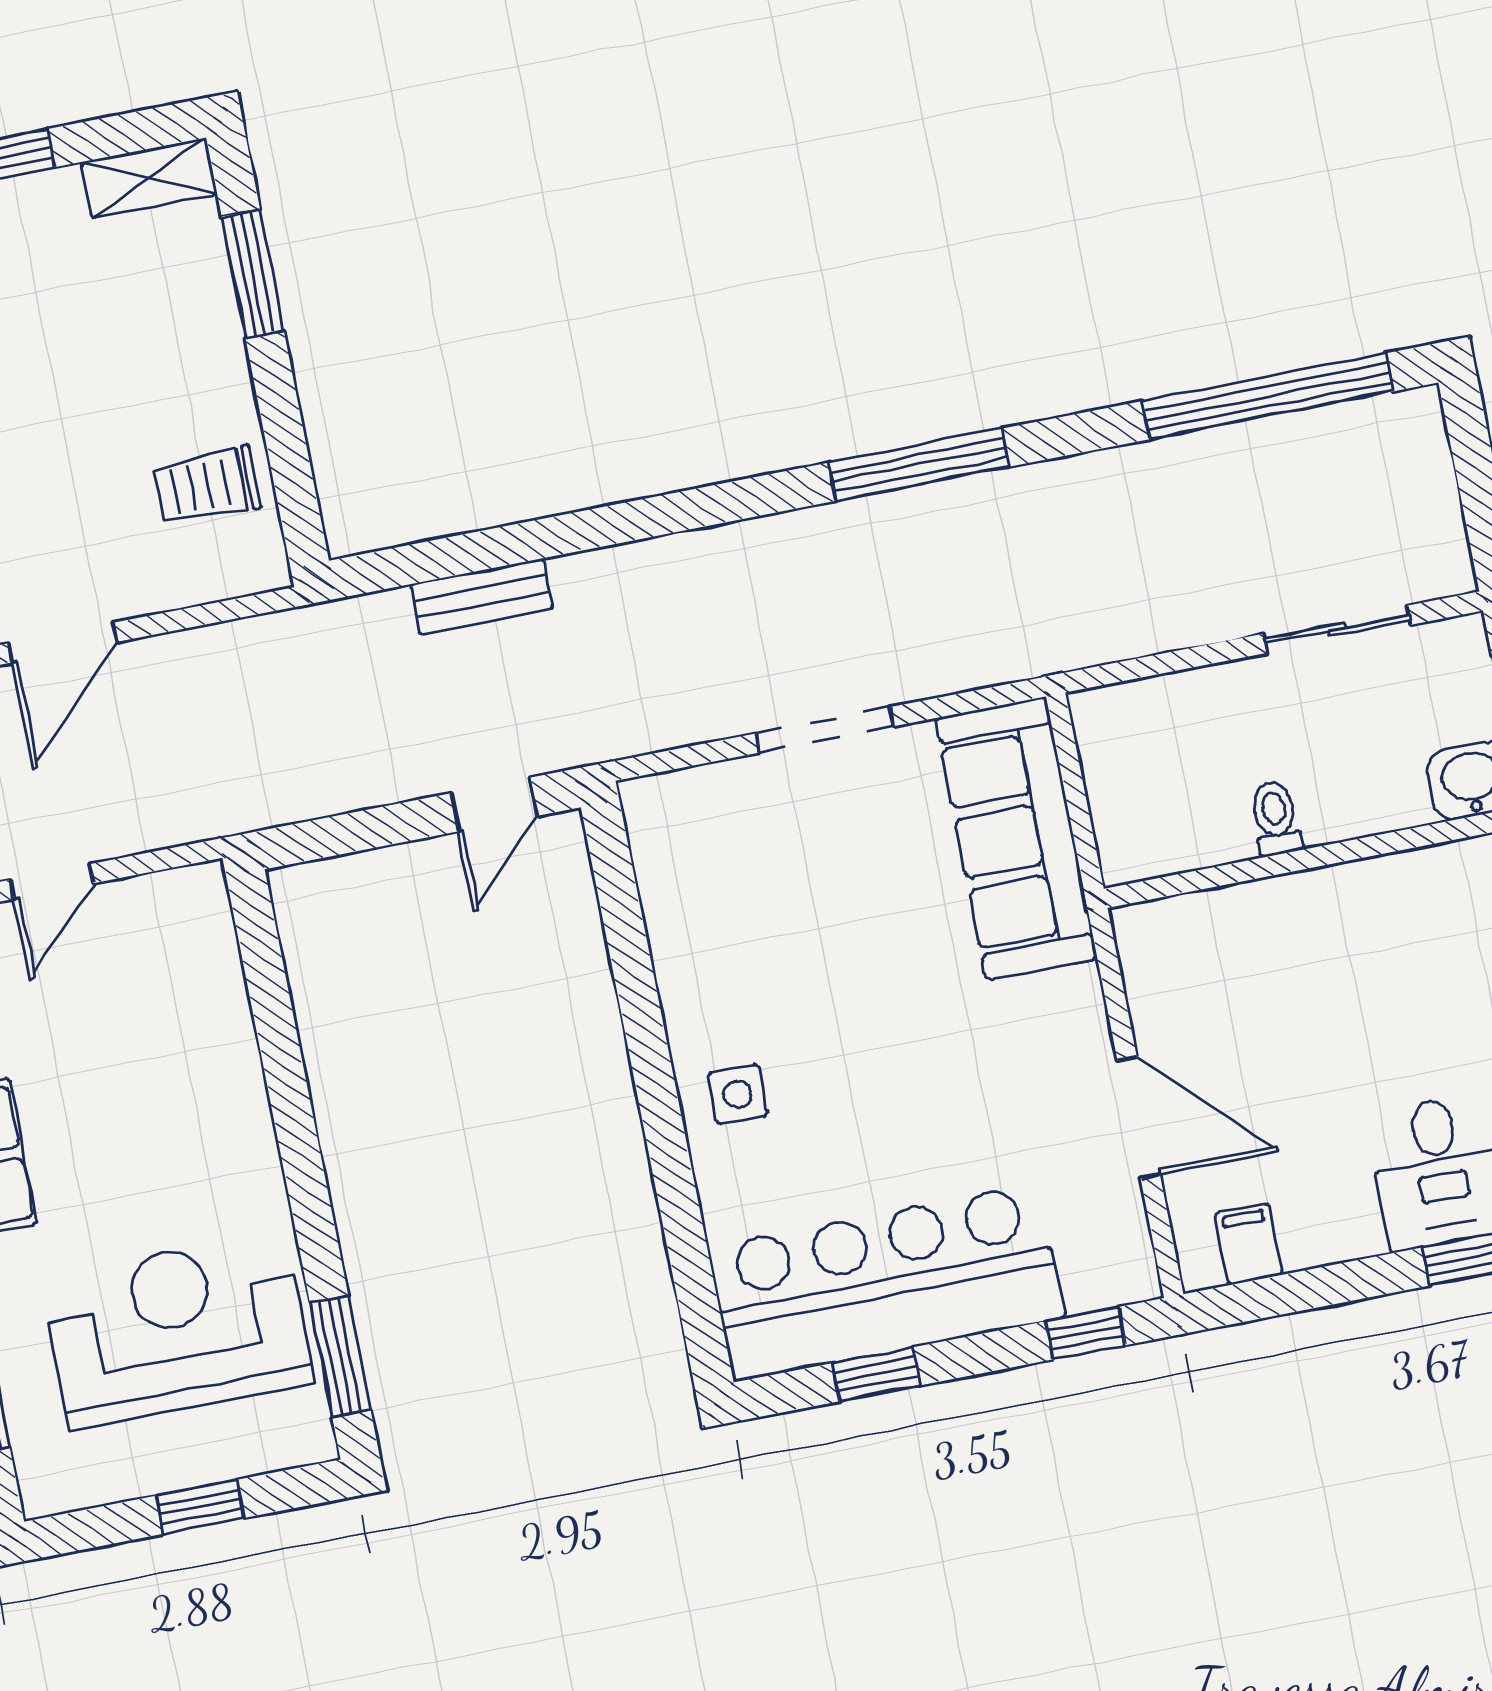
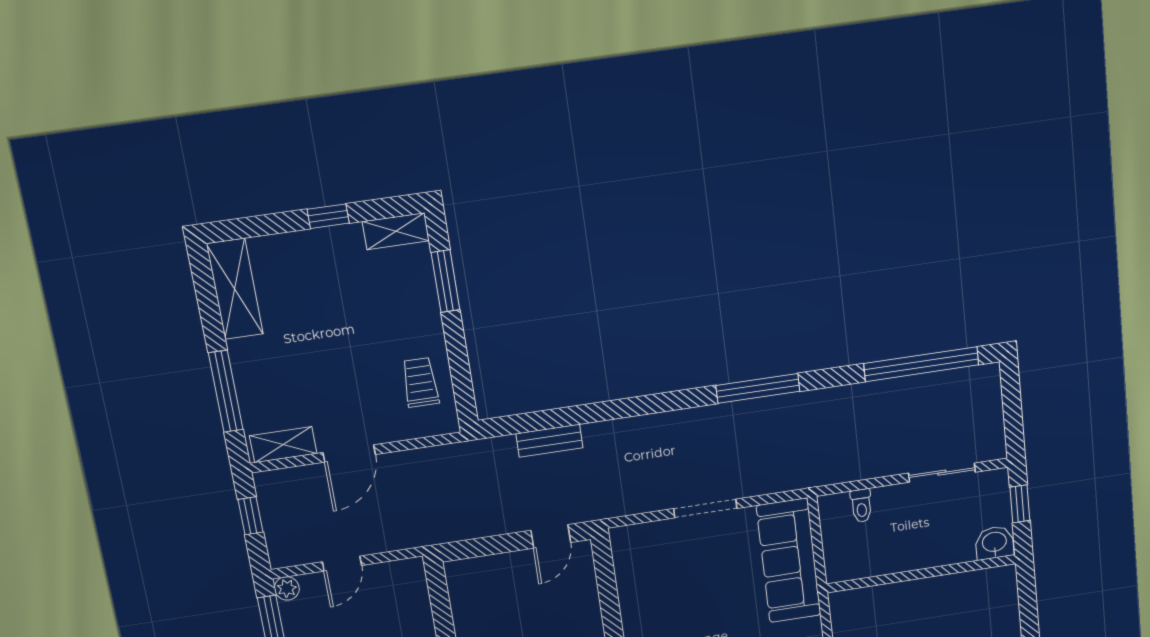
trolley: (207, 486) -> (420, 382), turned 90
toilet: (1276, 818) -> (861, 506), moved, turned 180

